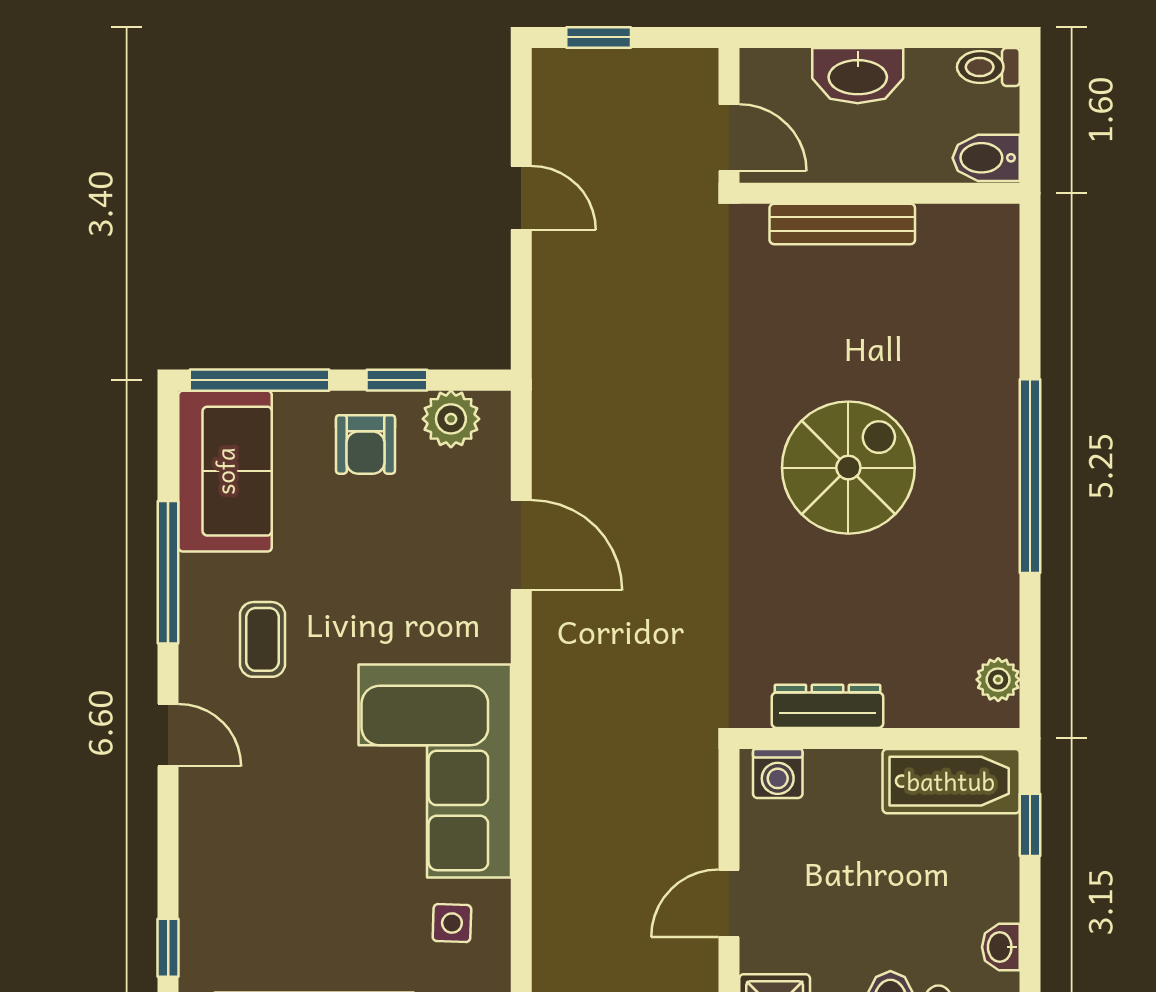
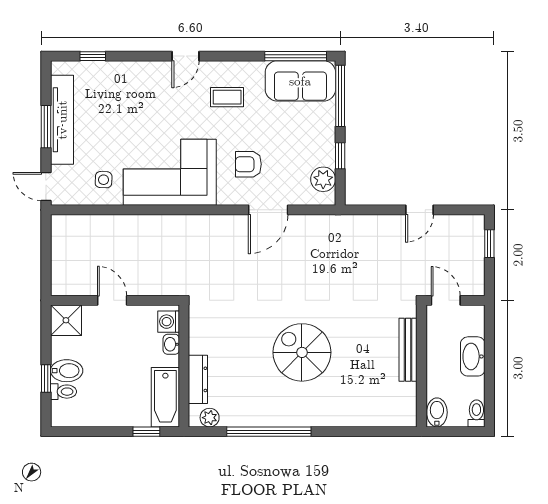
door: (729, 138) -> (446, 300), swing flipped
armchair: (365, 444) -> (248, 164), moved
spiral stairs: (848, 468) -> (302, 352), turned 180
window: (1030, 476) -> (269, 432), moved
window: (168, 572) -> (296, 56), moved
dresser: (827, 706) -> (198, 379), moved
washbasin: (1001, 947) -> (171, 344), moved, turned -90

